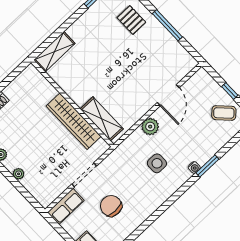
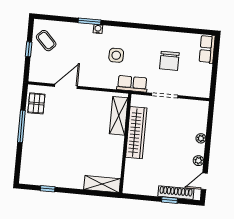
pallet: (131, 20) -> (36, 103), moved
plant: (150, 127) -> (96, 80), removed
row of seats: (66, 206) -> (132, 84), moved

